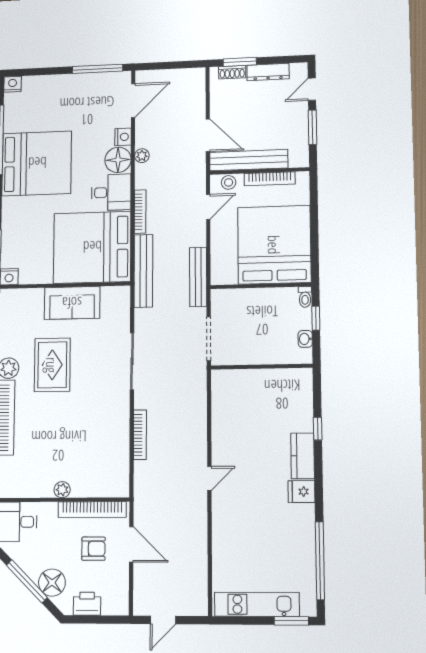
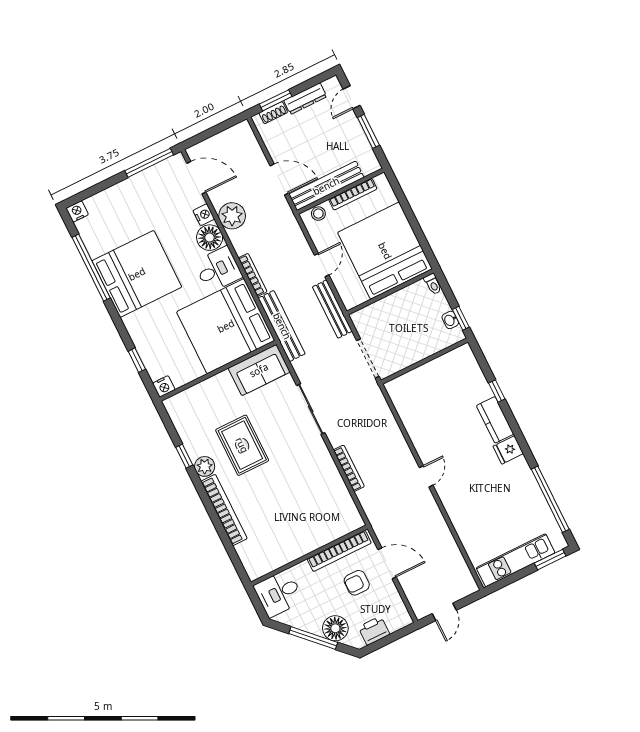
door: (133, 101) -> (196, 178), hinge flipped
plant: (142, 156) -> (232, 216), width x1.87, depth x1.87
door: (208, 207) -> (322, 265), moved
sofa: (72, 303) -> (259, 370), moved
window: (316, 318) -> (461, 318), moved
plant: (62, 490) -> (305, 547), removed
armchair: (93, 549) -> (357, 583), turned 180

